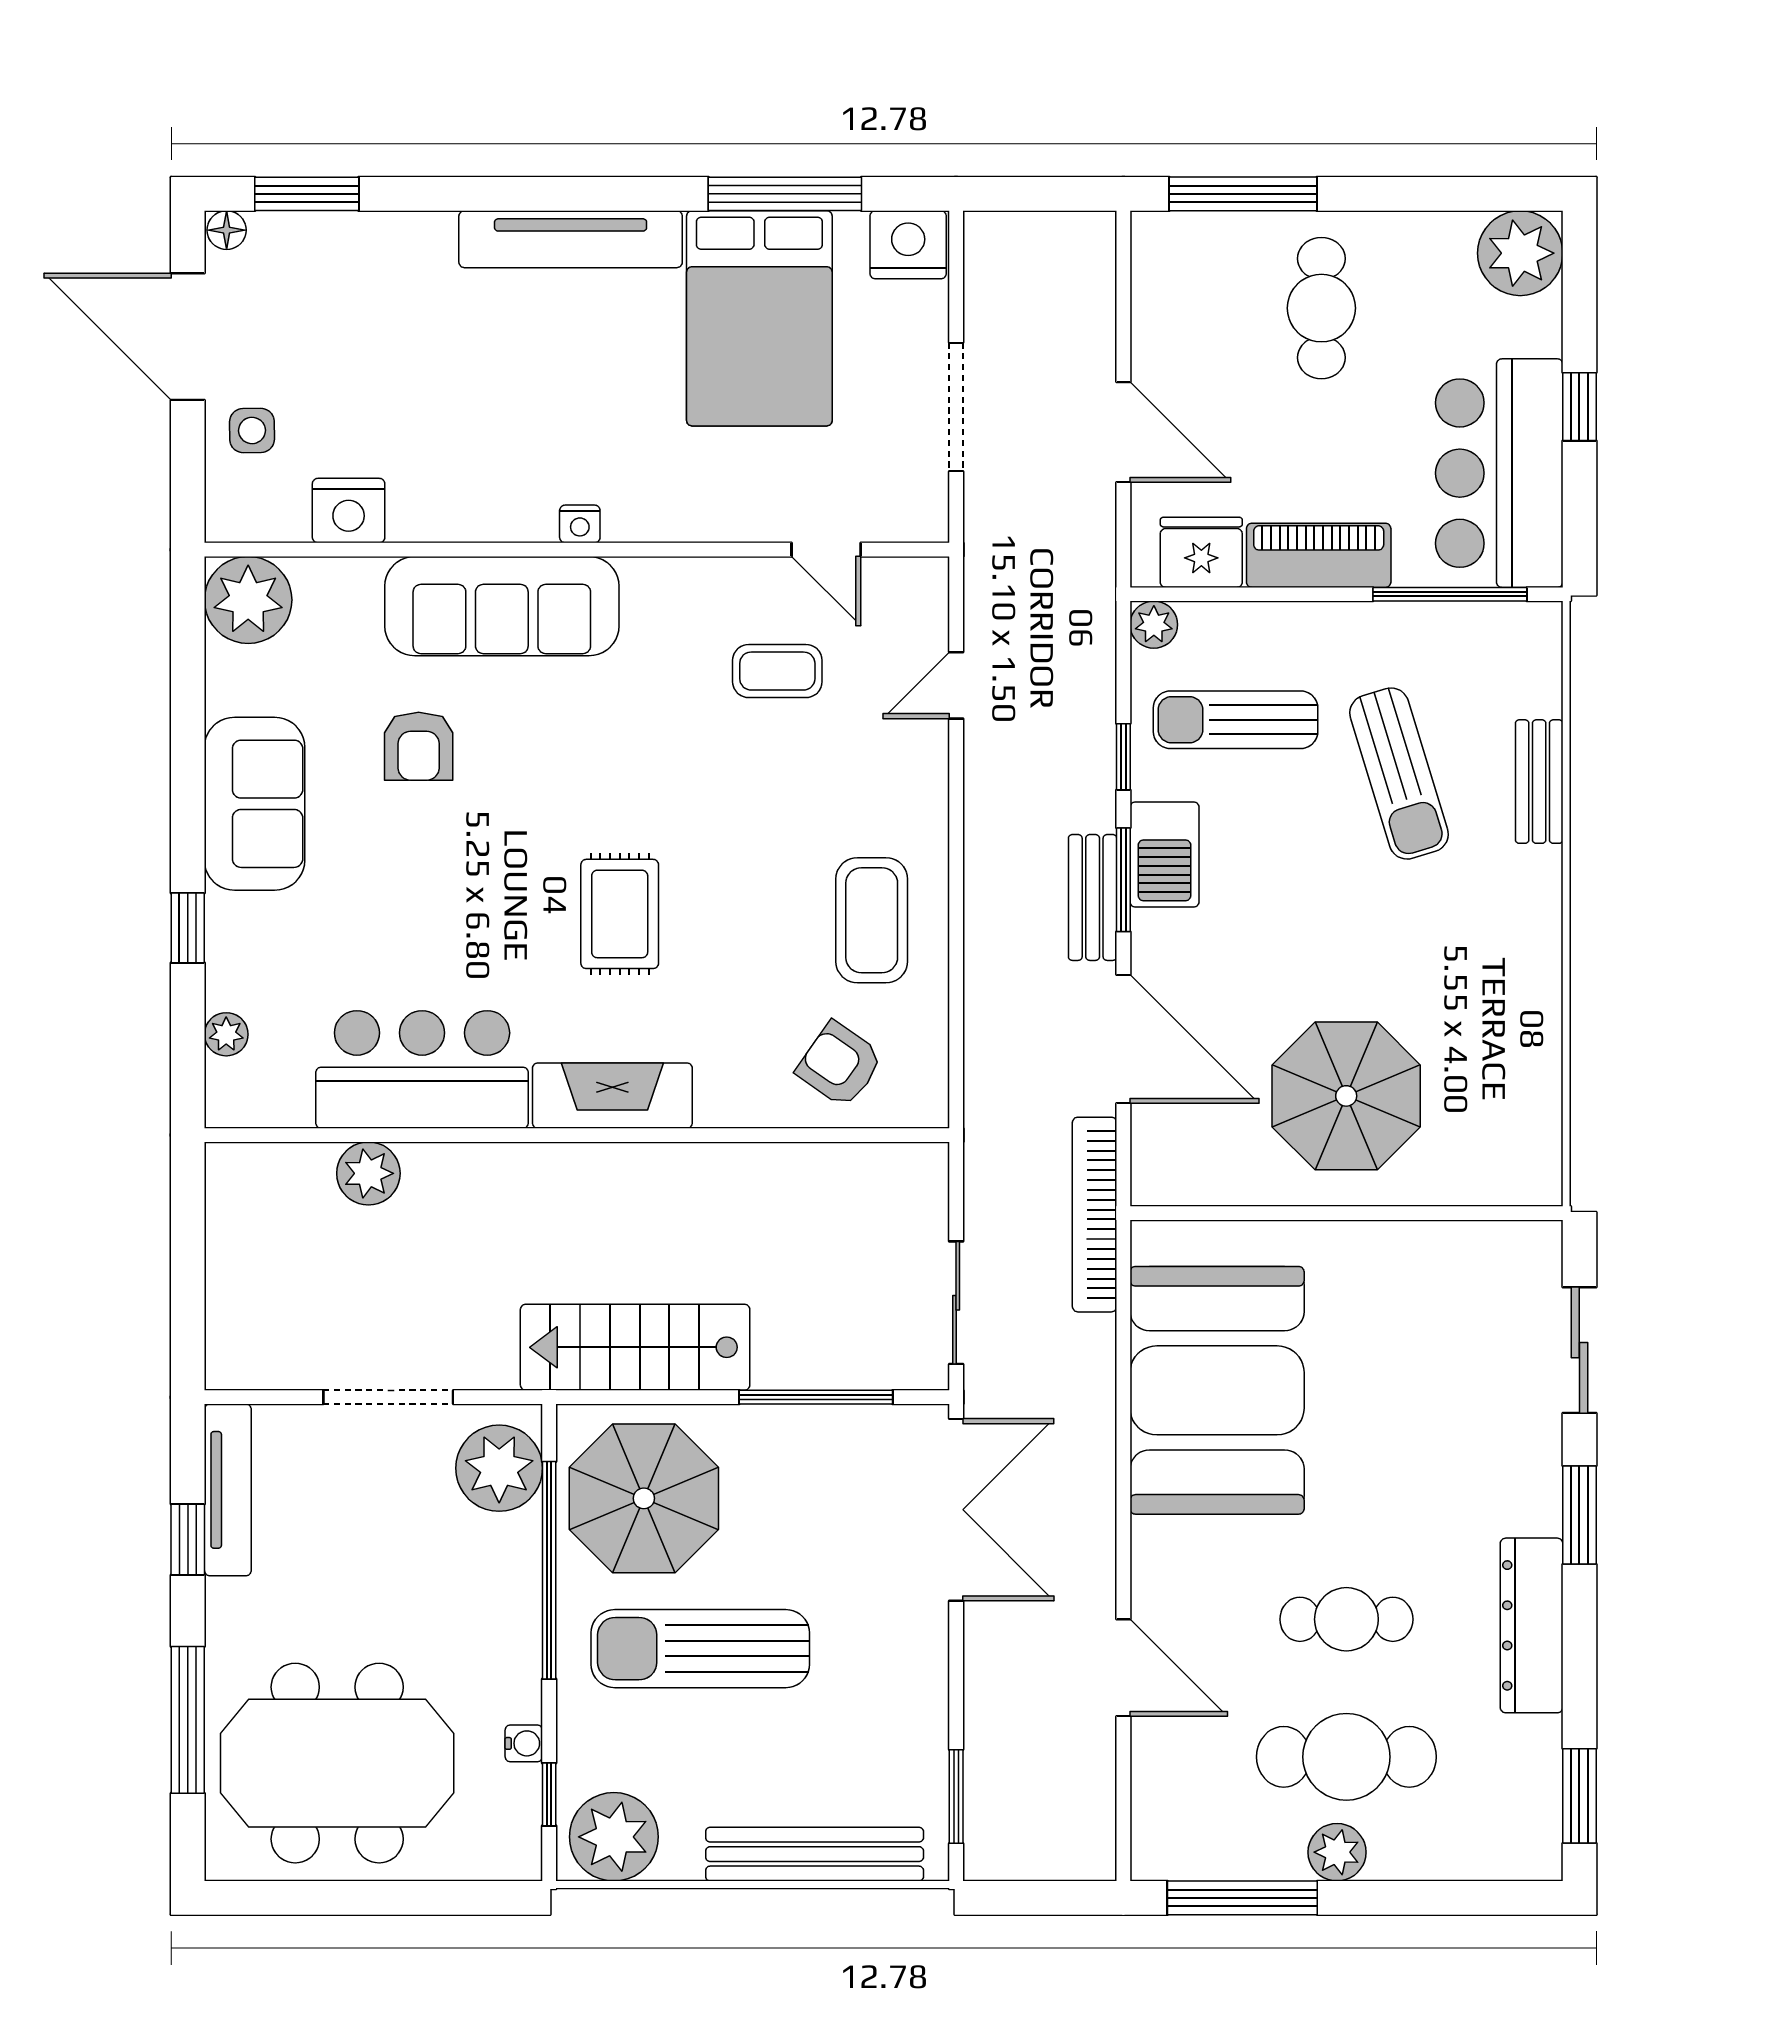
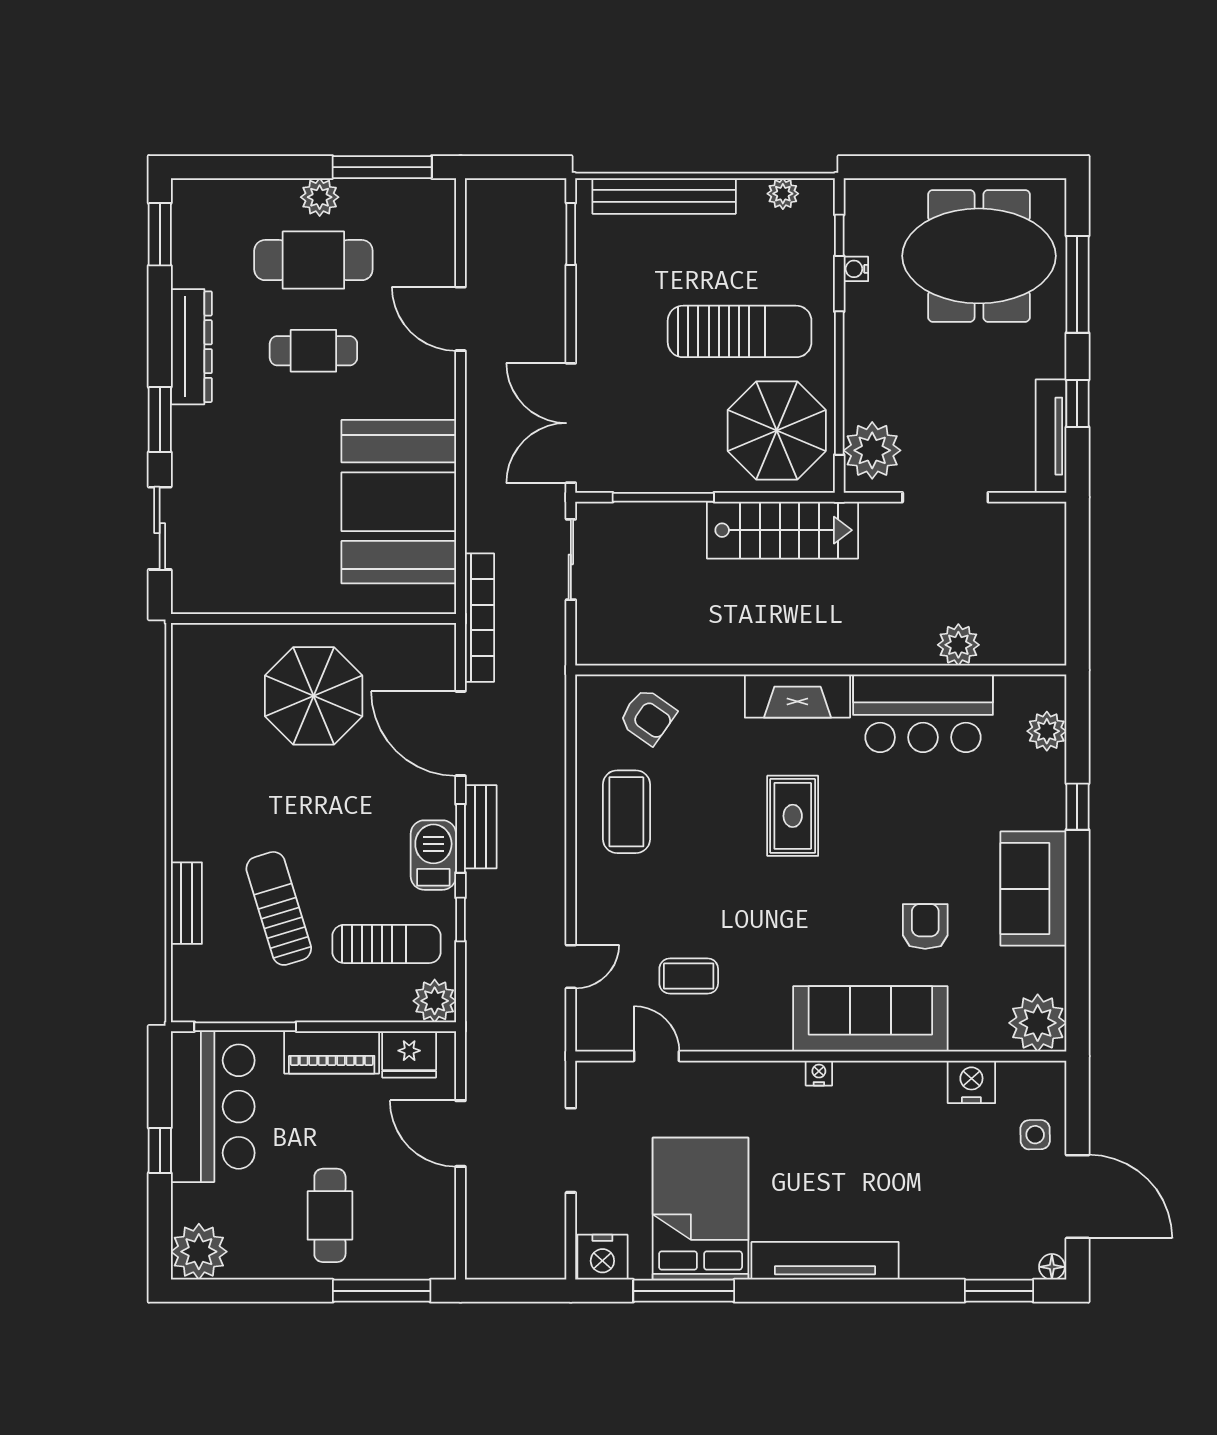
plant: (1154, 625) -> (435, 1001), width x1.38, depth x1.38
plant: (226, 1034) -> (1047, 731), width x1.38, depth x1.38
plant: (614, 1837) -> (783, 194), width x0.53, depth x0.53

